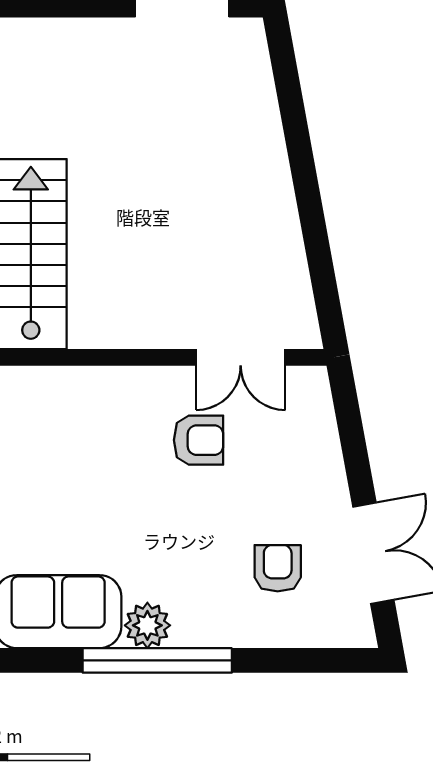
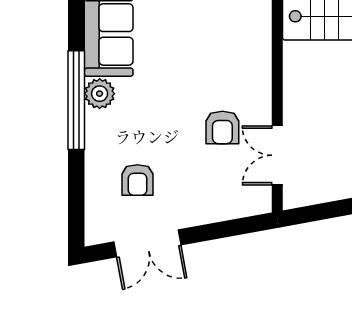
armchair: (278, 568) -> (137, 180), turned 90

